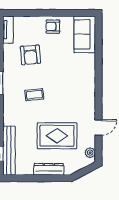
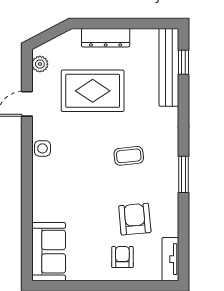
armchair: (53, 27) -> (122, 257), moved, turned -90
side table: (89, 99) -> (42, 148), added

